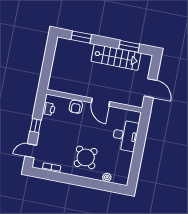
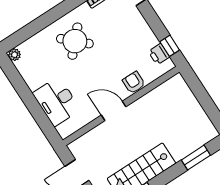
window: (36, 126) -> (170, 46), moved
plant: (107, 177) -> (14, 55), moved

